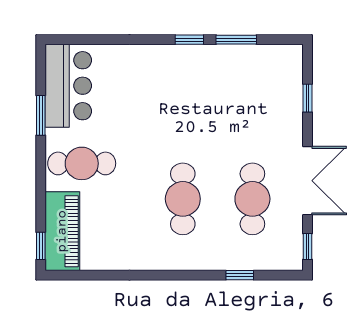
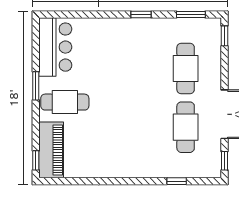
window: (236, 40) -> (191, 14), moved
window: (308, 98) -> (225, 36), moved
window: (41, 115) -> (36, 86), moved
cafe table: (183, 199) -> (186, 68), moved

